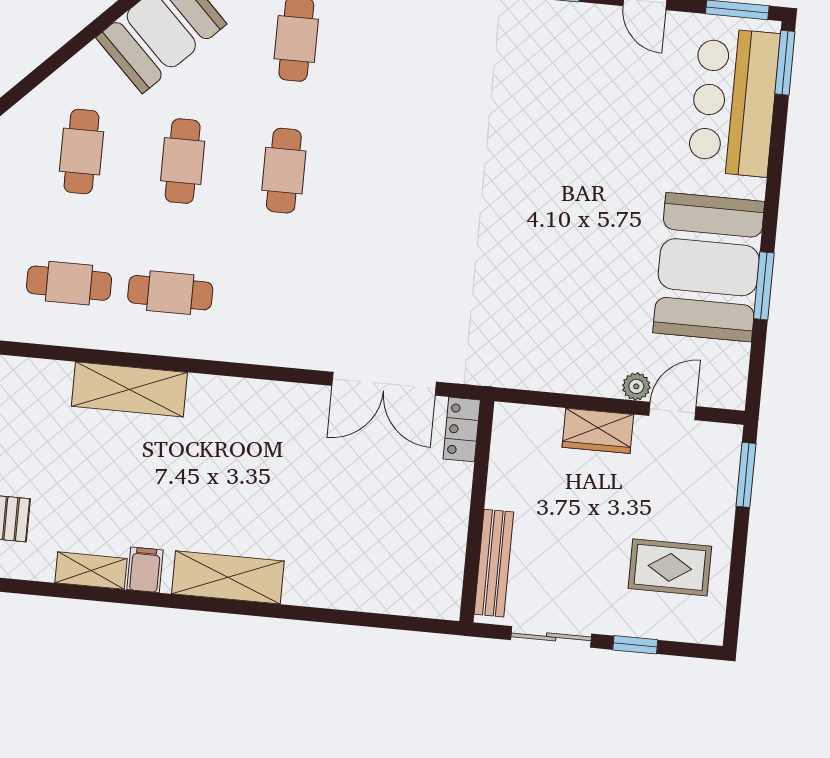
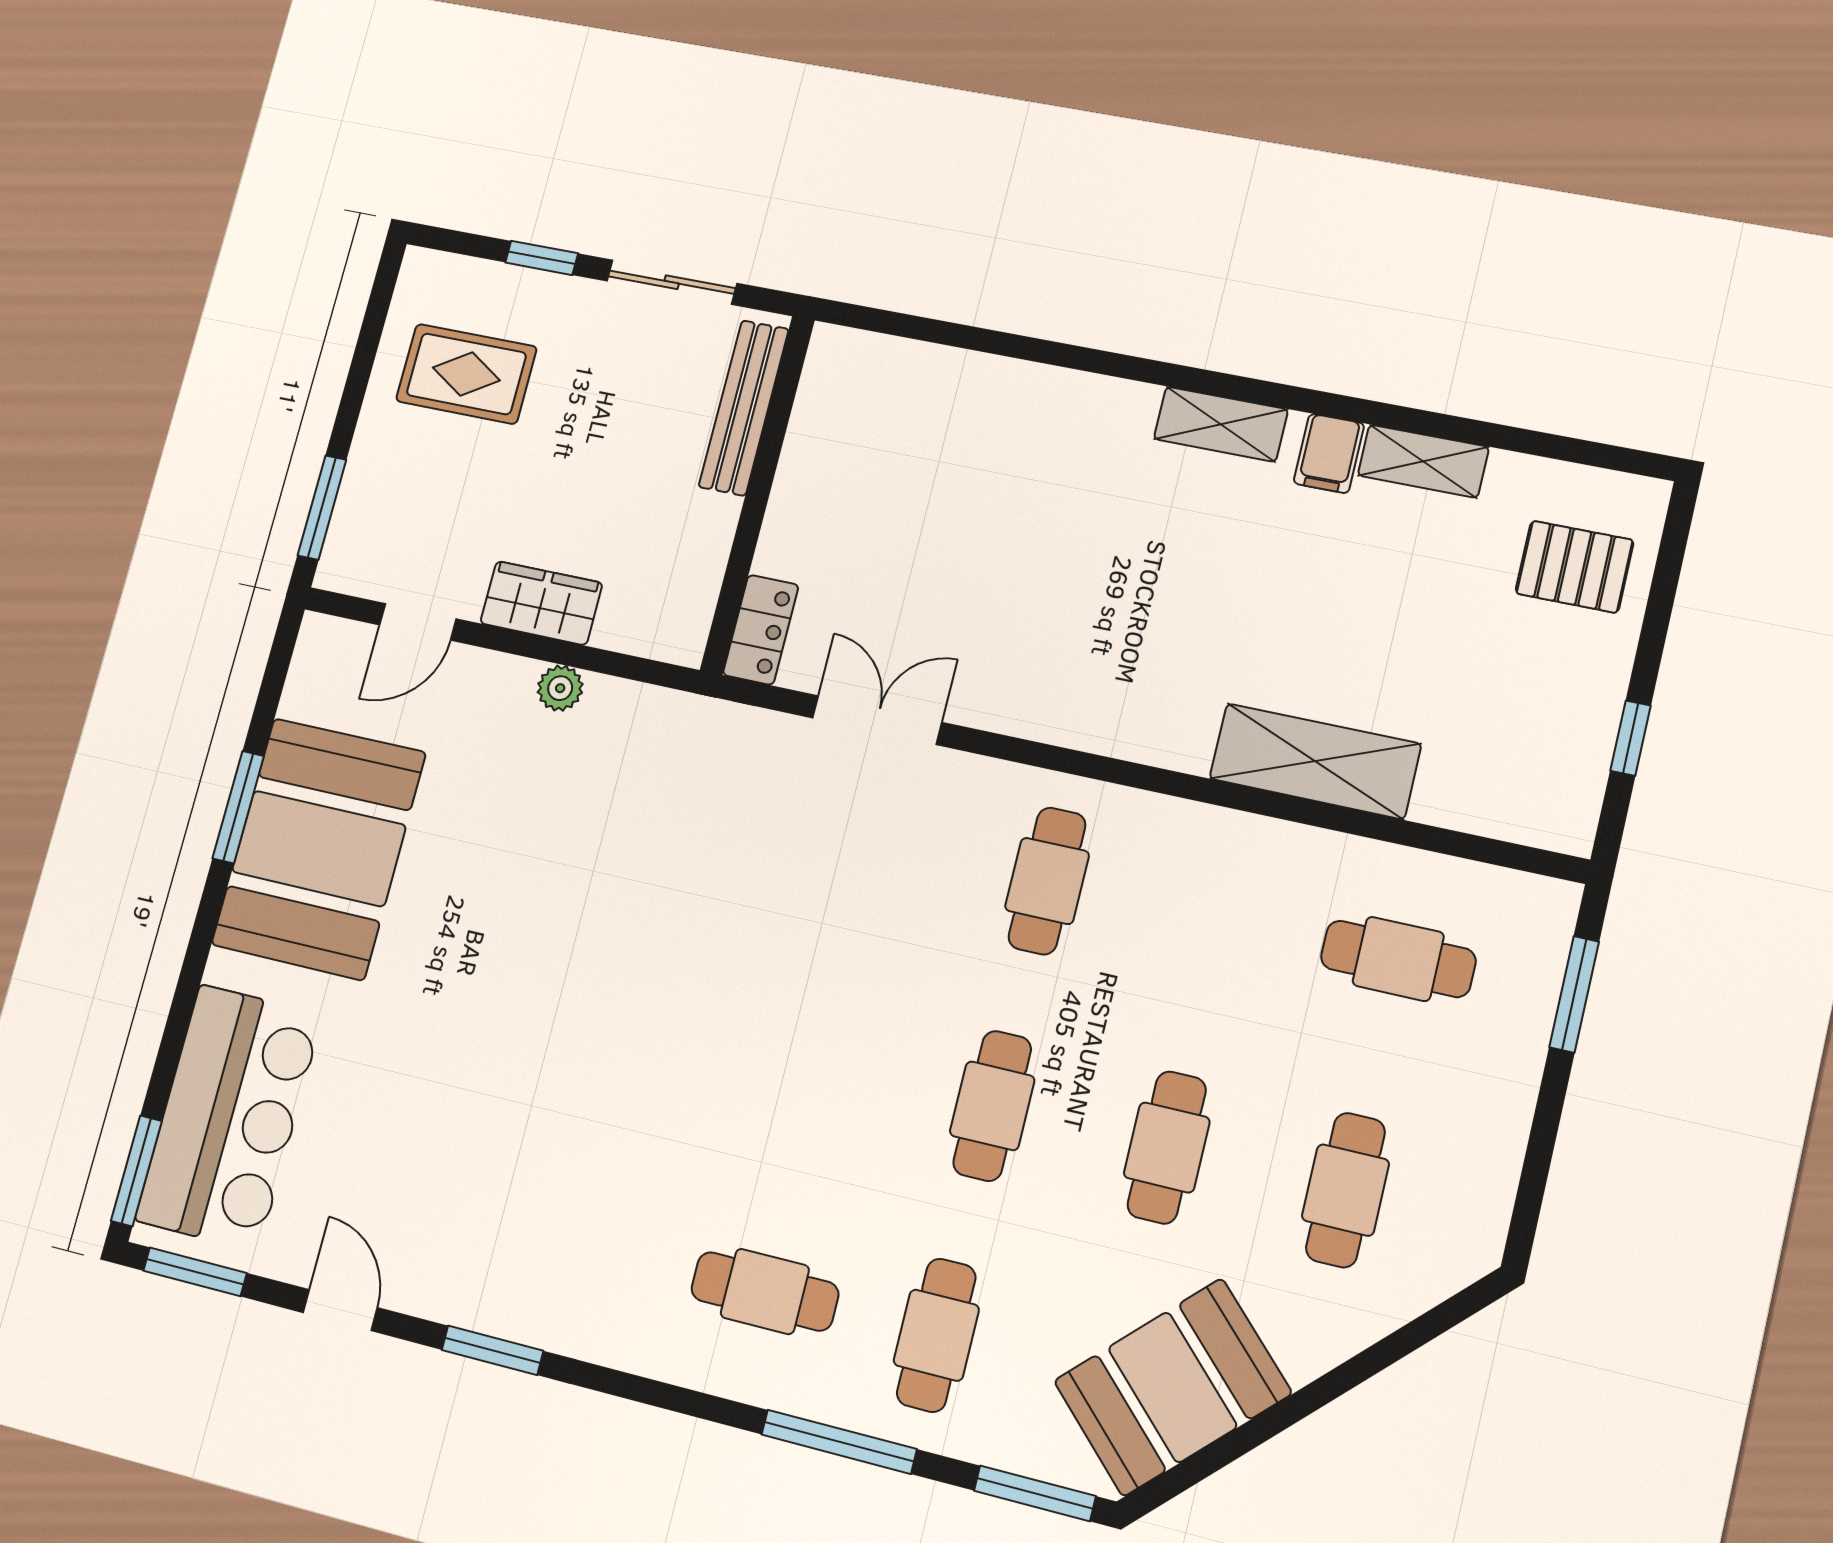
cafe table: (397, 49) -> (765, 1291), added
cafe table: (170, 293) -> (1047, 881), moved, turned 90
double door: (384, 384) -> (877, 720), width x0.73
plant: (636, 386) -> (560, 688), moved
shelving: (228, 577) -> (1221, 424), width x0.67, depth x0.75

